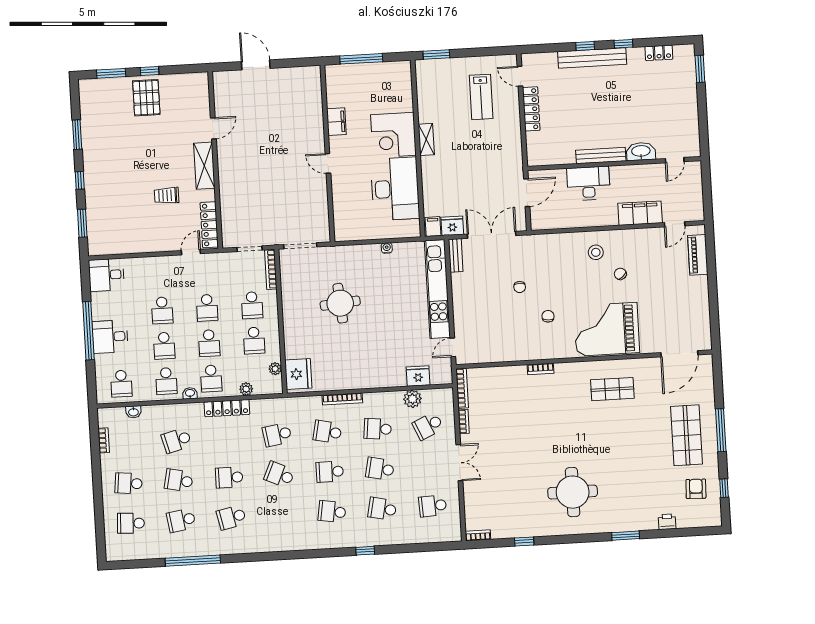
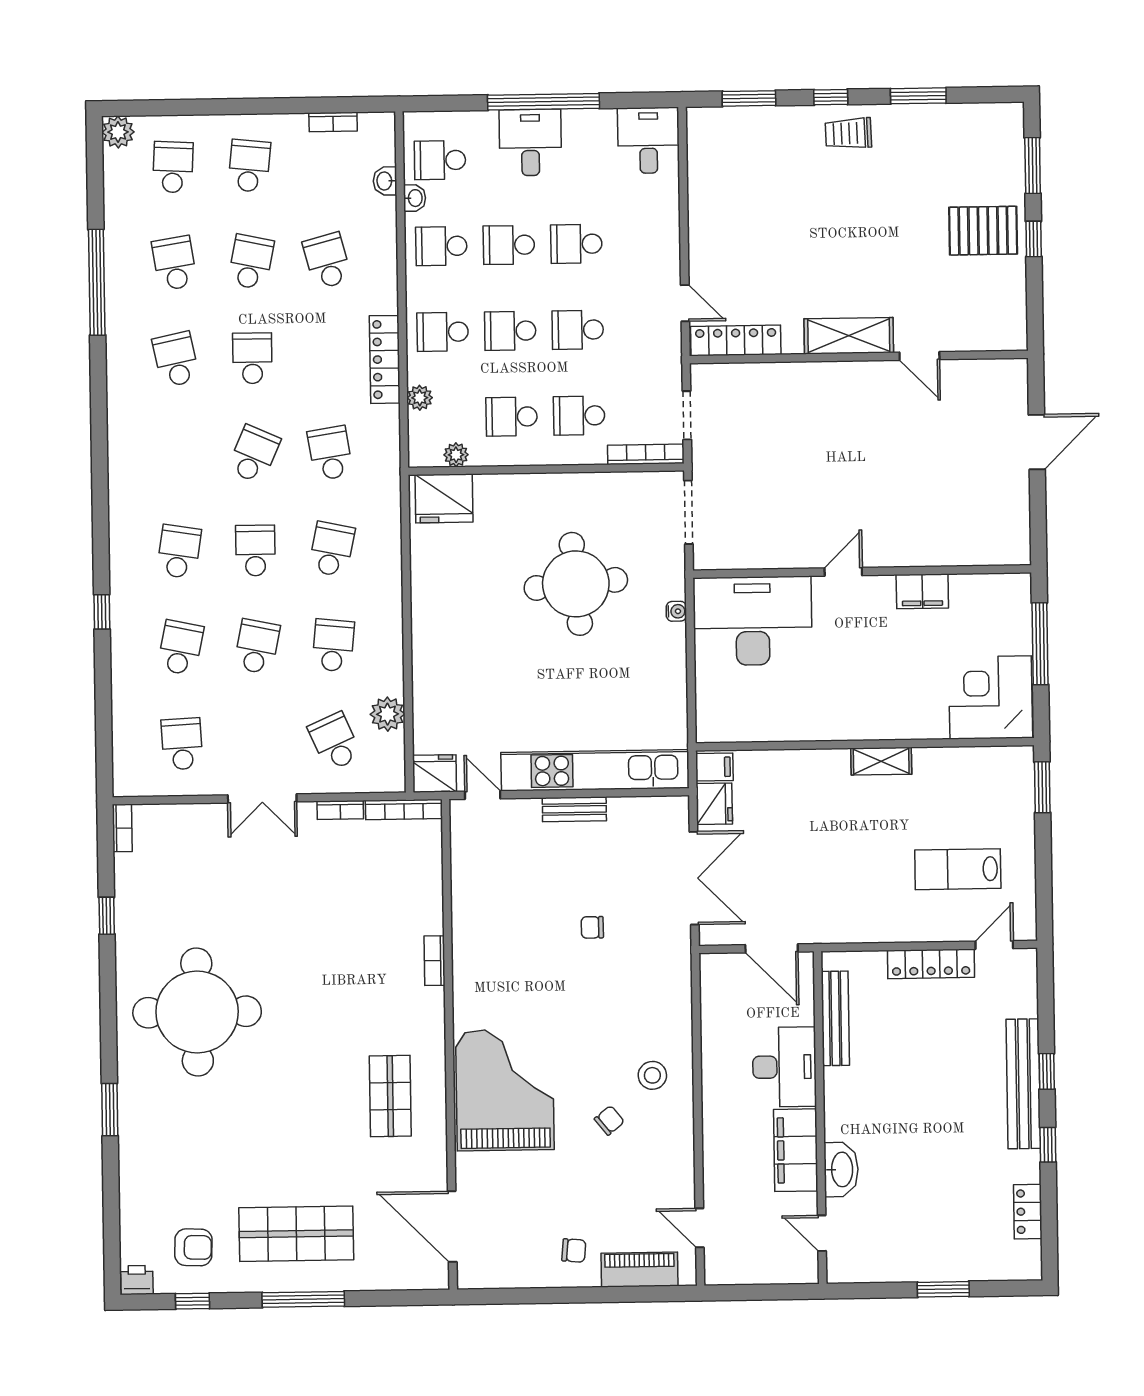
window: (700, 69) -> (943, 1289), moved
corner desk: (393, 135) -> (991, 697), moved
bench: (601, 156) -> (835, 1018), moved
desk: (395, 189) -> (753, 621), moved, turned 180
trolley: (167, 195) -> (848, 133), moved, turned -92
filing cabinet: (640, 213) -> (796, 1150), moved, turned 180
water cooler: (387, 248) -> (676, 611), moved
bench: (456, 255) -> (574, 809), moved
round table: (340, 303) -> (576, 584), width x1.36, depth x1.36
chair: (548, 316) -> (574, 1251), moved
fridge: (418, 376) -> (435, 774), moved, turned -90
washbasin: (190, 393) -> (415, 198), moved
bookcase: (342, 399) -> (393, 580), removed
round table: (573, 492) -> (197, 1012), width x1.36, depth x1.36
printer: (667, 522) -> (137, 1280), moved, turned -90
plant: (114, 553) -> (118, 132), added

